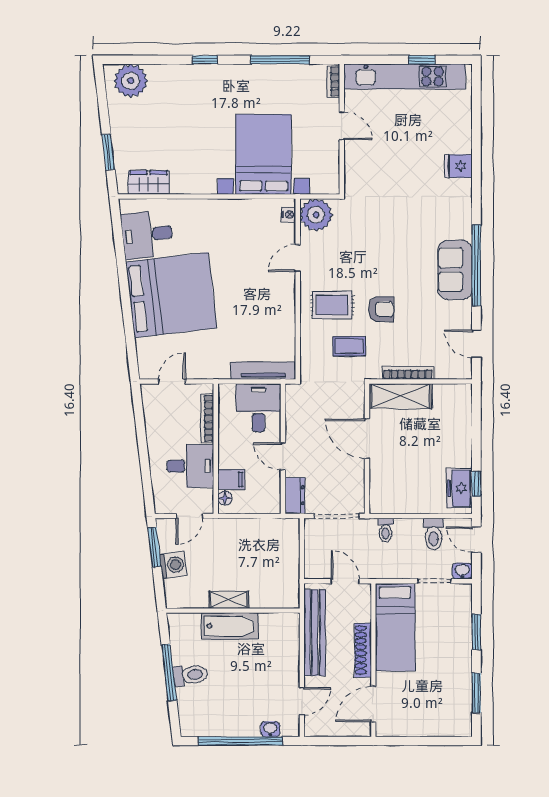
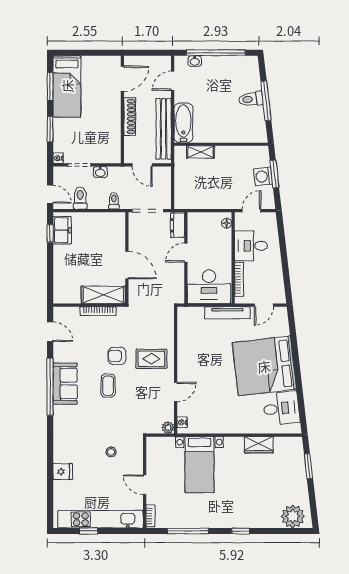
bed with nightstands: (264, 154) -> (199, 465), width x0.73
fridge: (458, 166) -> (63, 472), moved
stool: (390, 172) -> (111, 452), added
wardrobe: (149, 183) -> (259, 445), moved
plant: (316, 215) -> (168, 428), width x0.53, depth x0.53
coffee table: (349, 346) -> (108, 386), moved, turned 90
tv unit: (263, 371) -> (227, 313), moved
desk: (258, 408) -> (209, 287), width x1.37
door: (283, 456) -> (186, 253), swing flipped
filing cabinet: (231, 479) -> (222, 236), removed
window: (154, 547) -> (274, 174), moved
washbasin: (462, 571) -> (100, 172), moved
nightstand: (465, 591) -> (58, 158), added
shelving: (229, 600) -> (200, 152), moved
bathtub: (230, 626) -> (183, 123), moved, turned 90
bed: (395, 627) -> (67, 86), moved, turned 180

